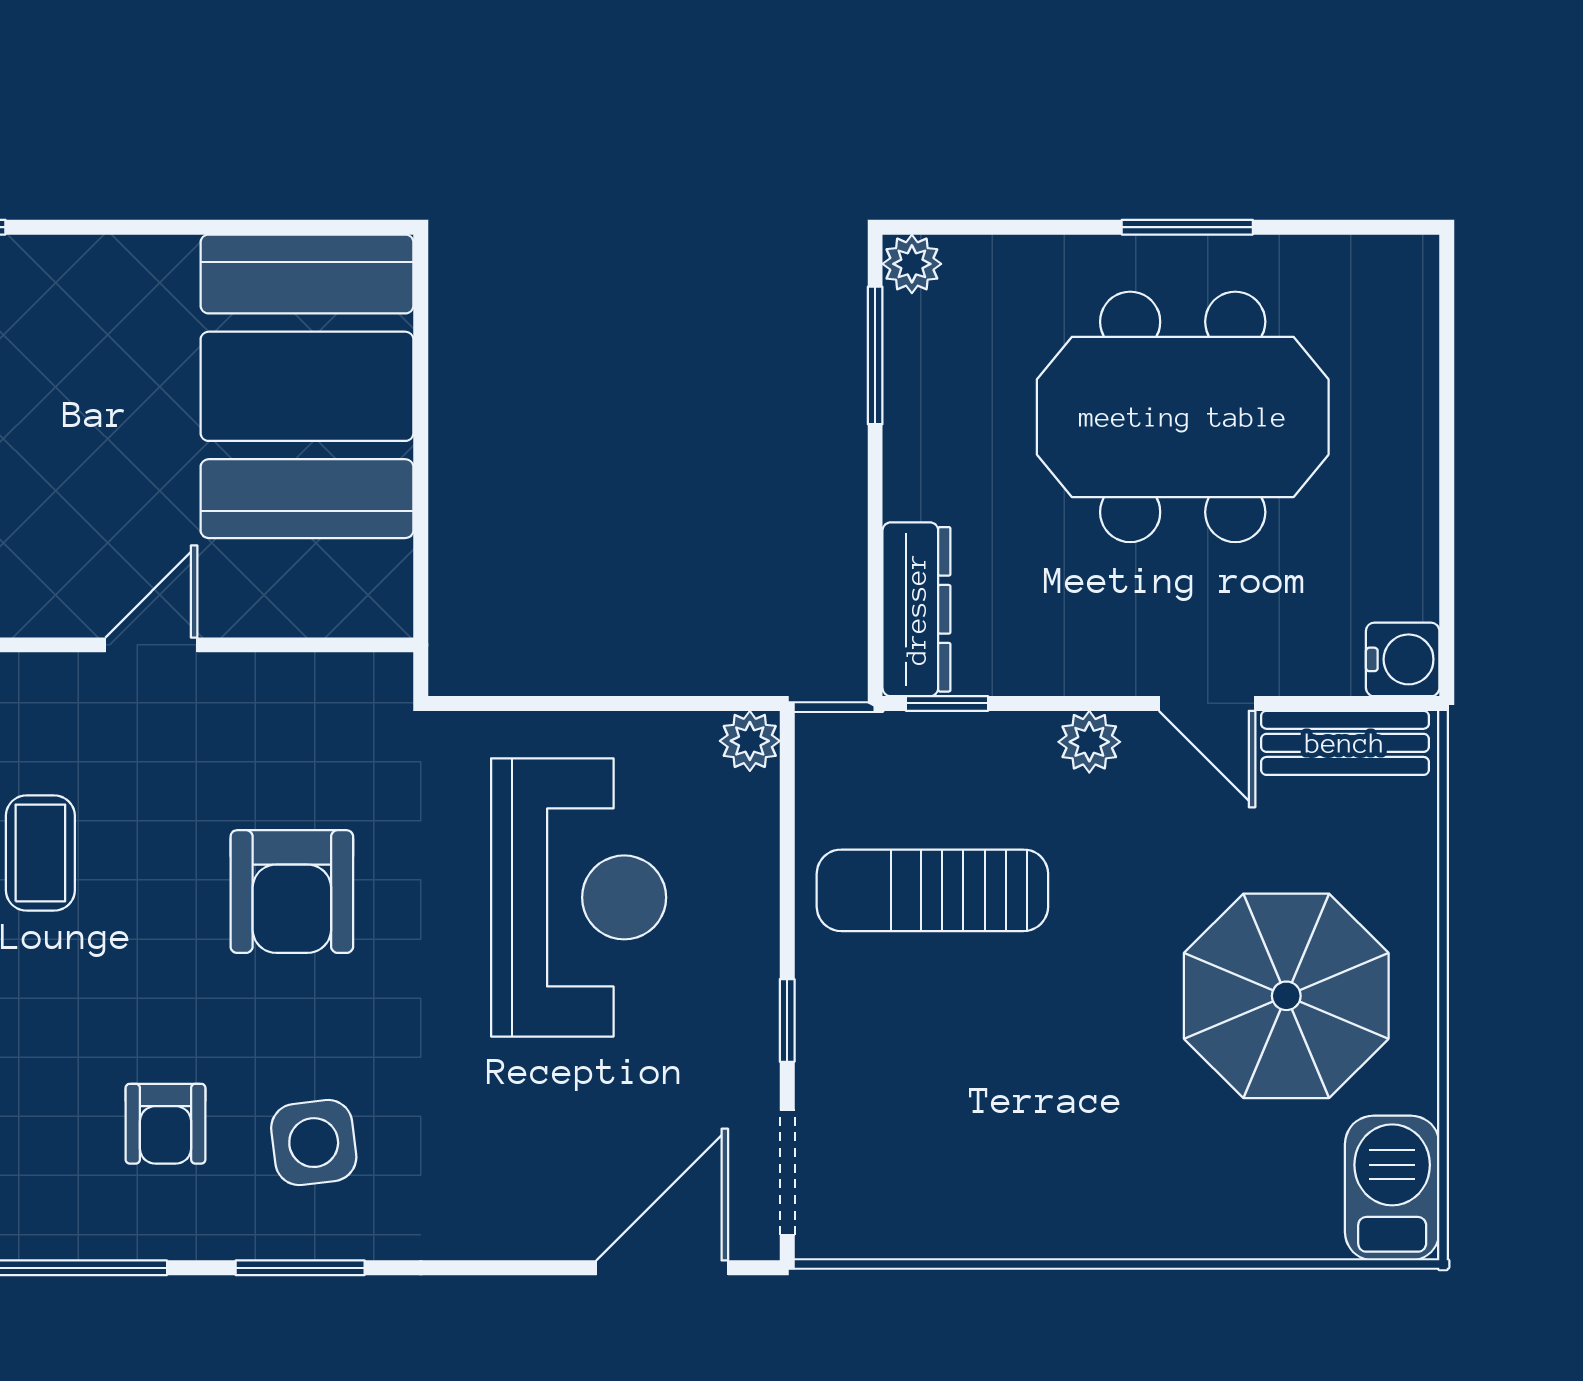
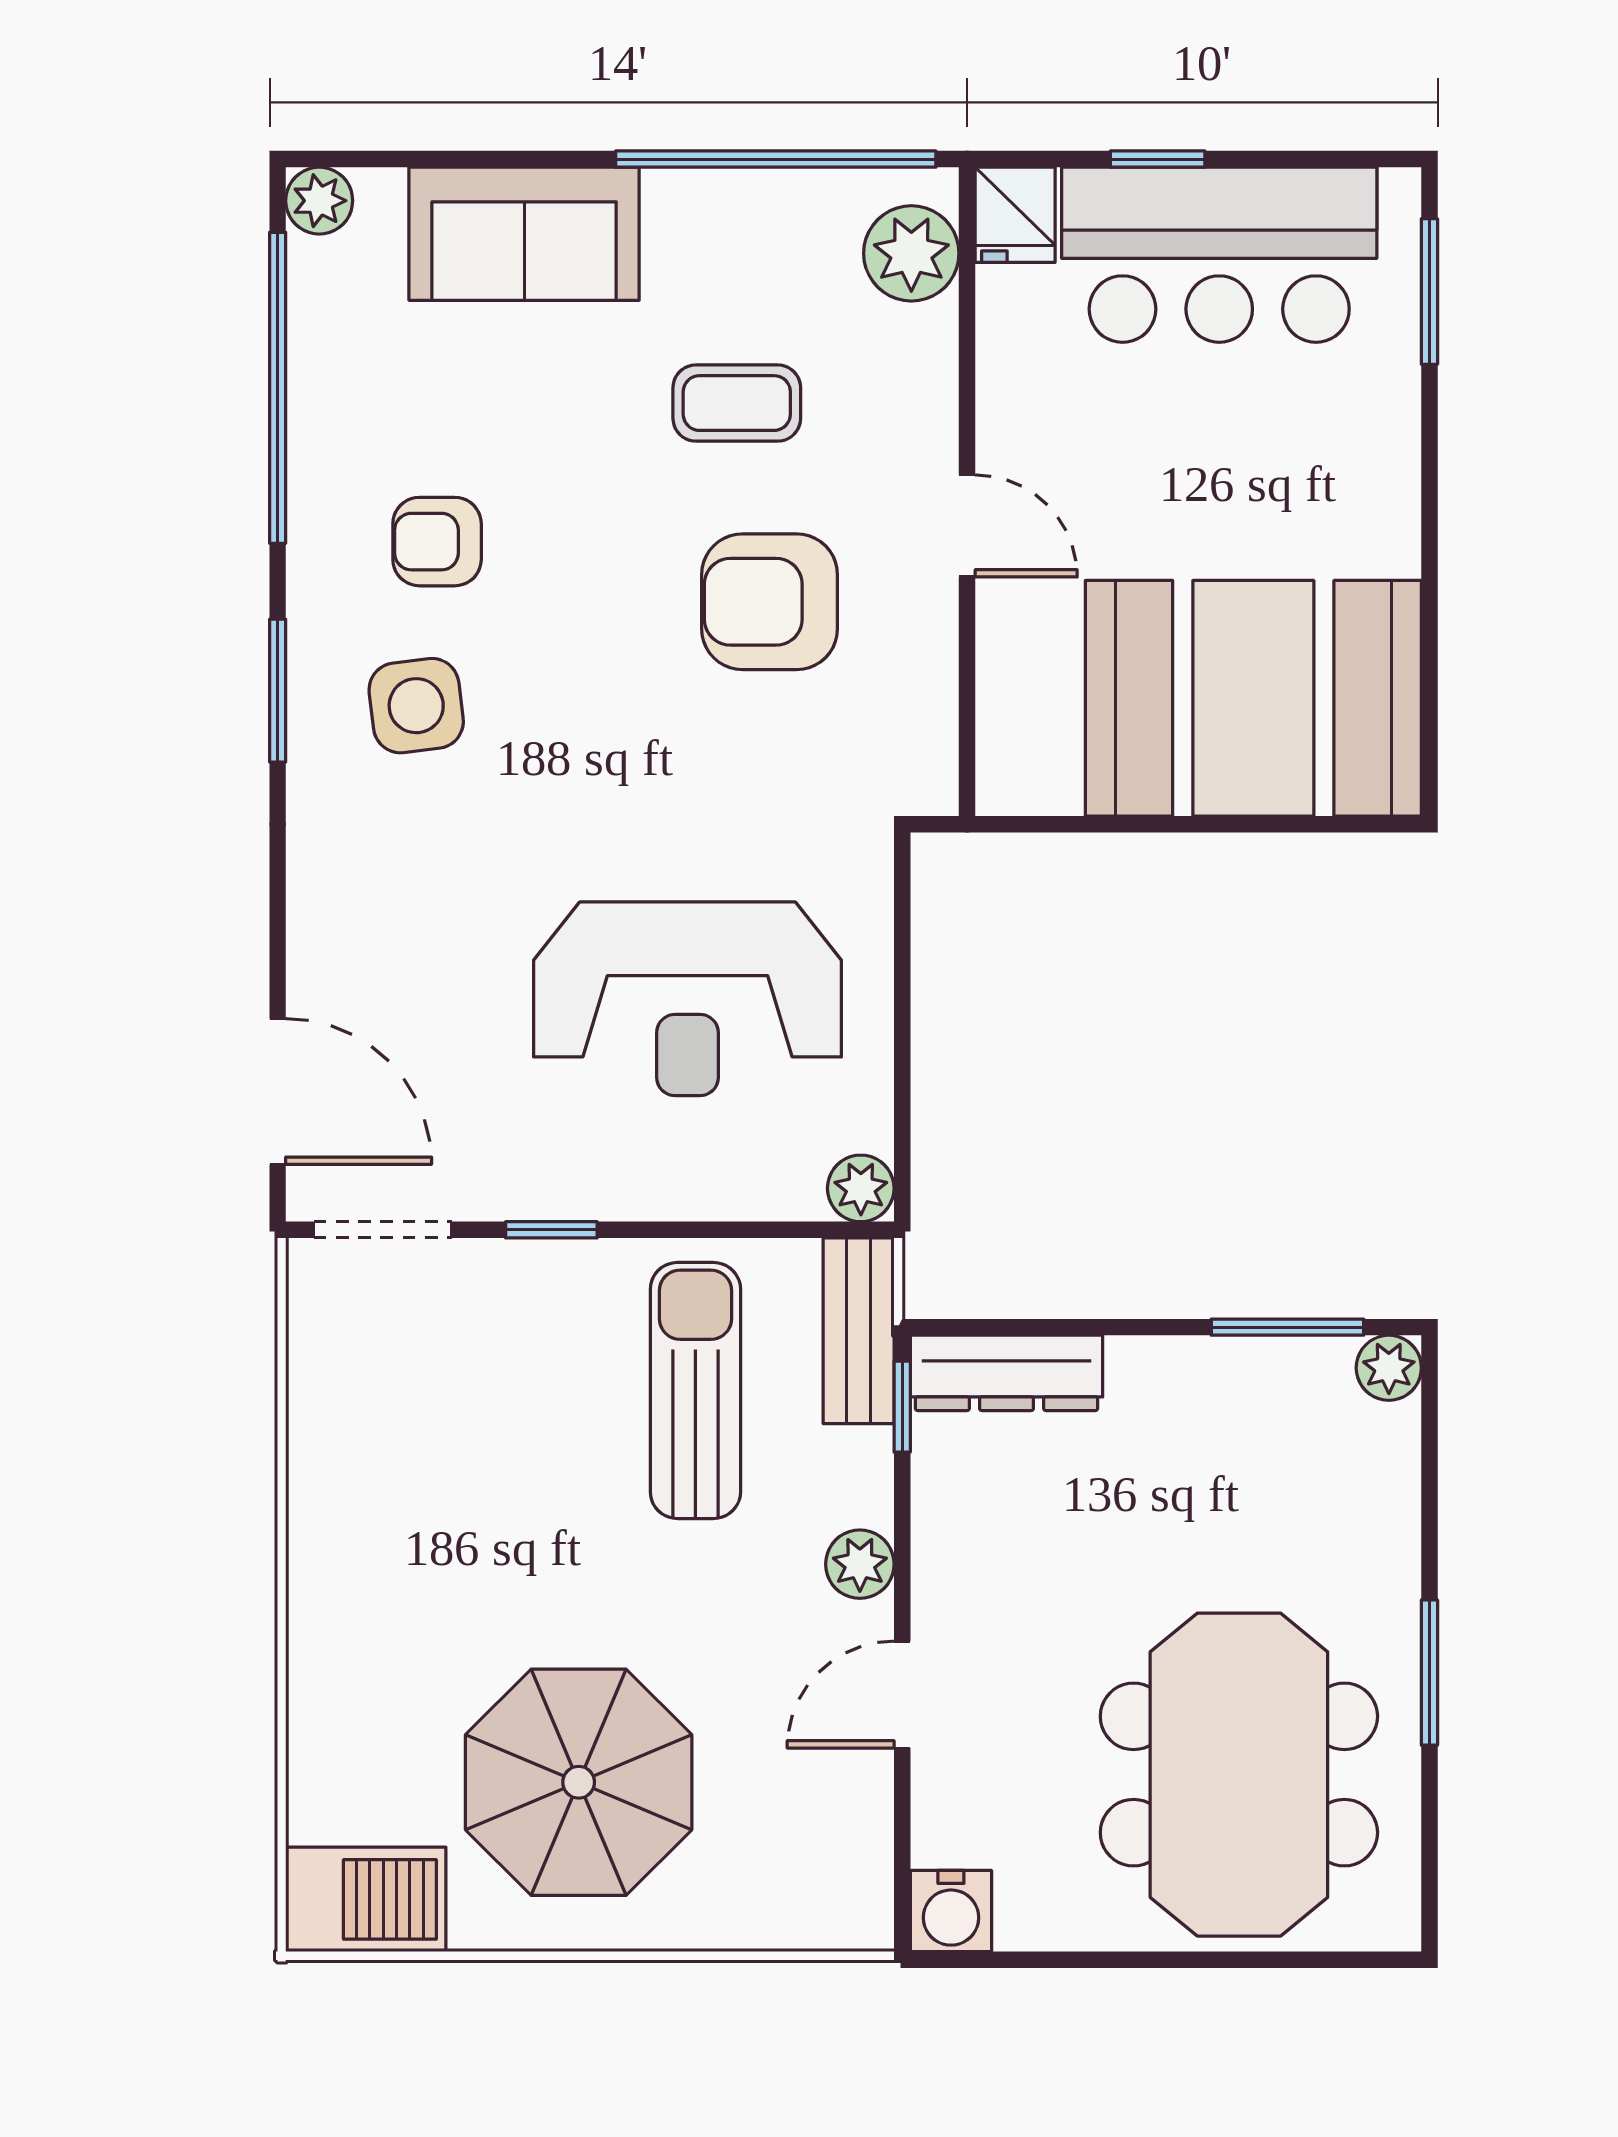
meeting table: (1183, 417) -> (1239, 1775), moved
bench: (1345, 743) -> (859, 1331), moved
armchair: (292, 892) -> (770, 602), moved

